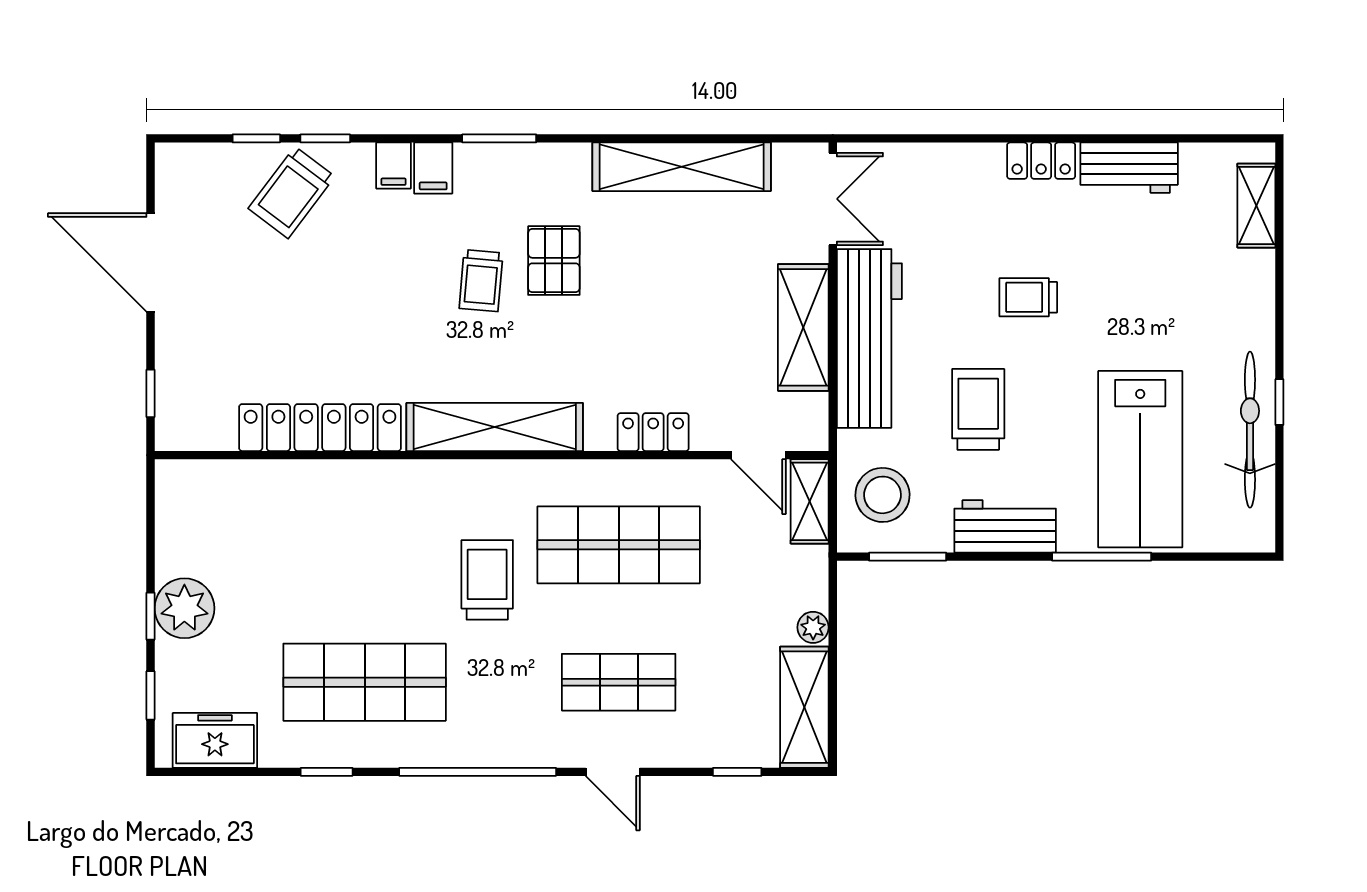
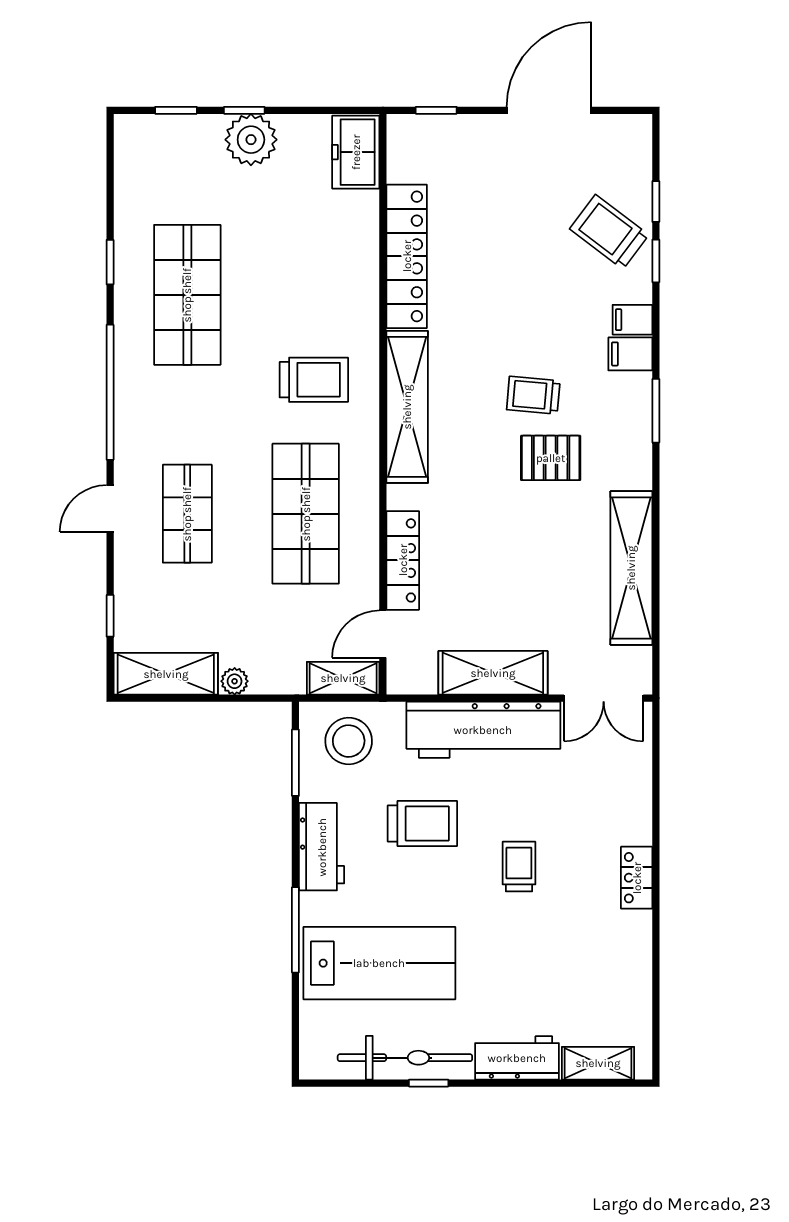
workbench: (1129, 168) -> (517, 1058), moved, turned 90
locker: (653, 432) -> (403, 560), width x1.53
lab bench: (1140, 459) -> (379, 963), turned 180
trolley: (487, 580) -> (314, 380), moved
freezer: (215, 740) -> (356, 152), moved, turned 180

